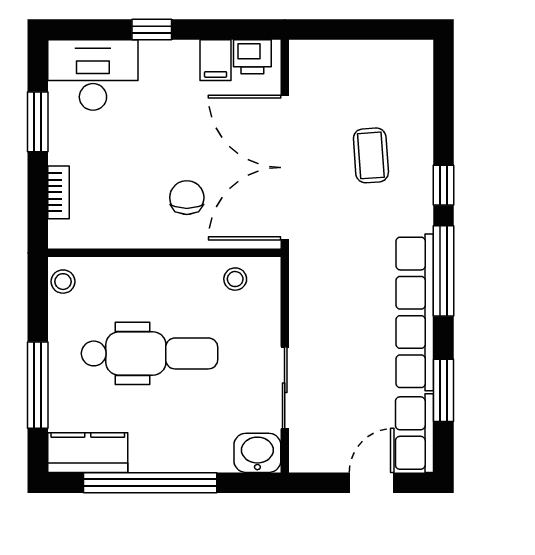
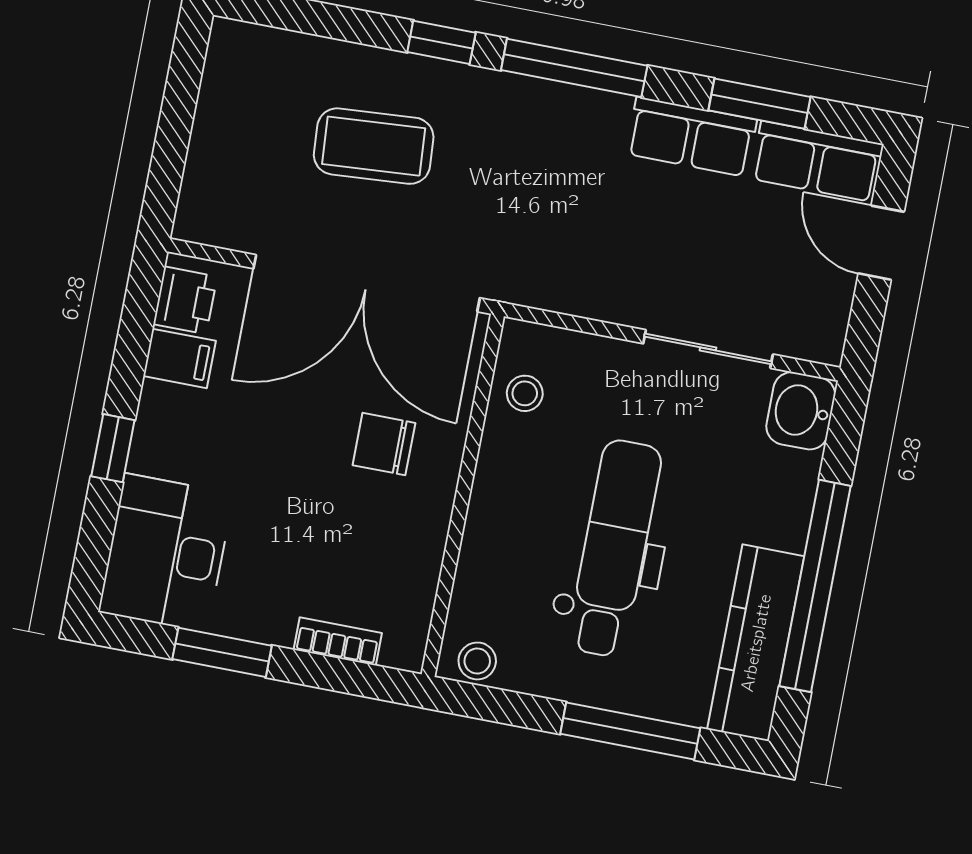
coffee table: (371, 155) -> (374, 146), width x1.36, depth x1.30
row of seats: (415, 312) -> (691, 137), width x0.50
kitchen counter: (88, 453) -> (756, 643), width x1.50

